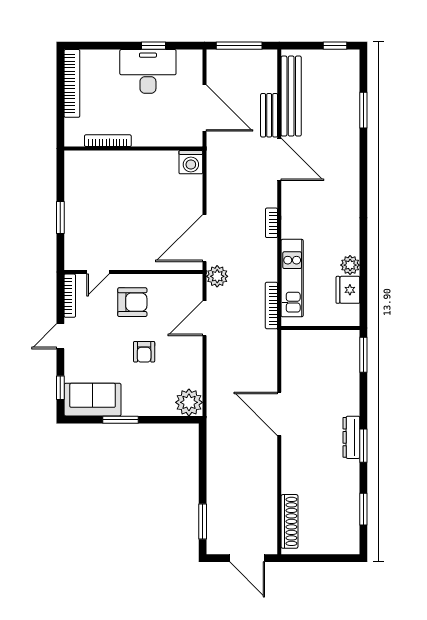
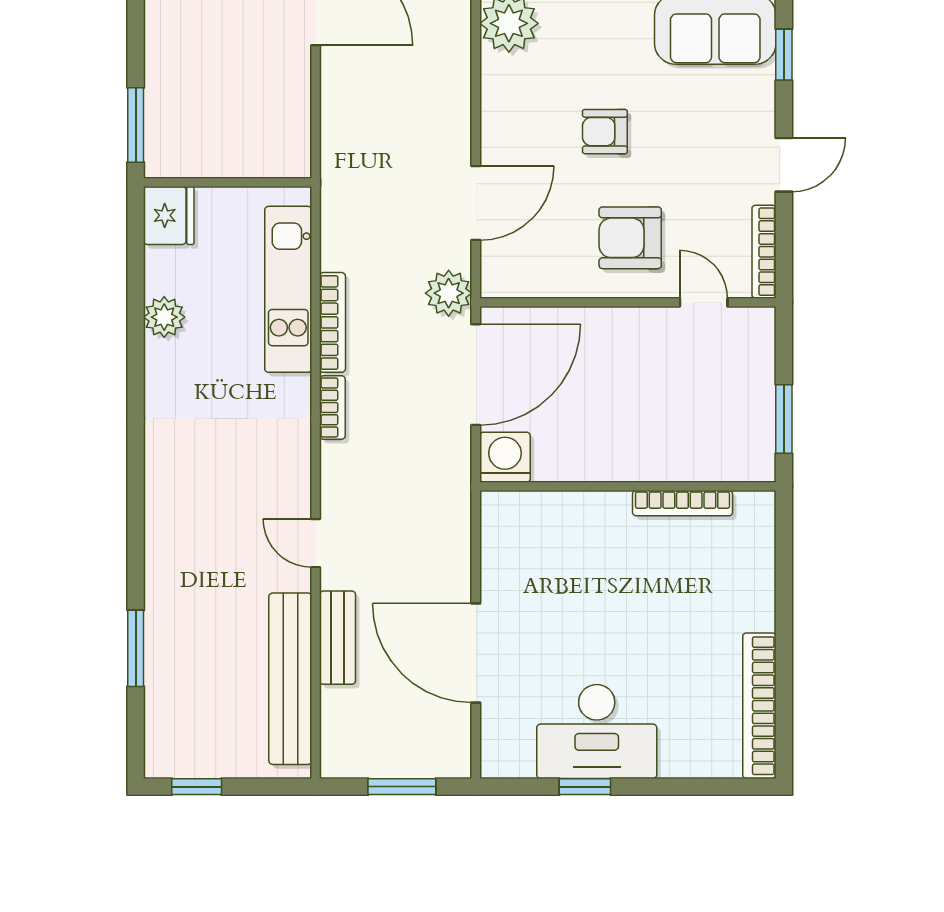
window: (239, 46) -> (402, 787), width x0.69
bookcase: (108, 141) -> (682, 503), moved
wall: (133, 149) -> (628, 486), moved
door: (279, 159) -> (316, 543), width x0.53
washing machine: (191, 162) -> (505, 457), moved
door: (98, 272) -> (704, 302), hinge flipped
fridge: (348, 290) -> (169, 215), moved
bookcase: (271, 305) -> (332, 322), moved
armchair: (144, 352) -> (605, 132), turned -90

